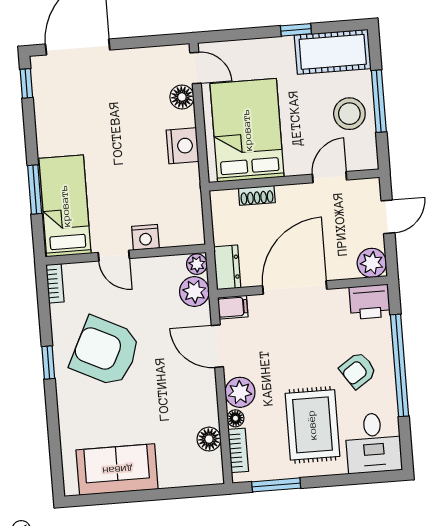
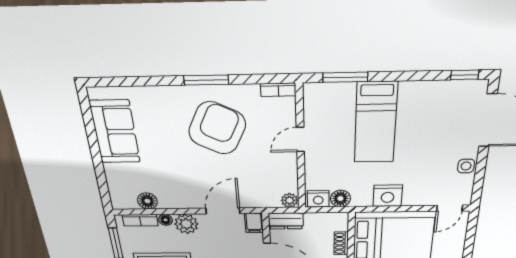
side table: (136, 60) -> (466, 166), added
floor lamp: (182, 97) -> (340, 199), moved
window: (35, 190) -> (345, 77), moved
bed: (65, 206) -> (376, 123), moved, turned 90
nightstand: (145, 237) -> (318, 199), moved, turned -90
plant: (194, 292) -> (267, 197), removed
window: (48, 362) -> (206, 80), width x1.50

